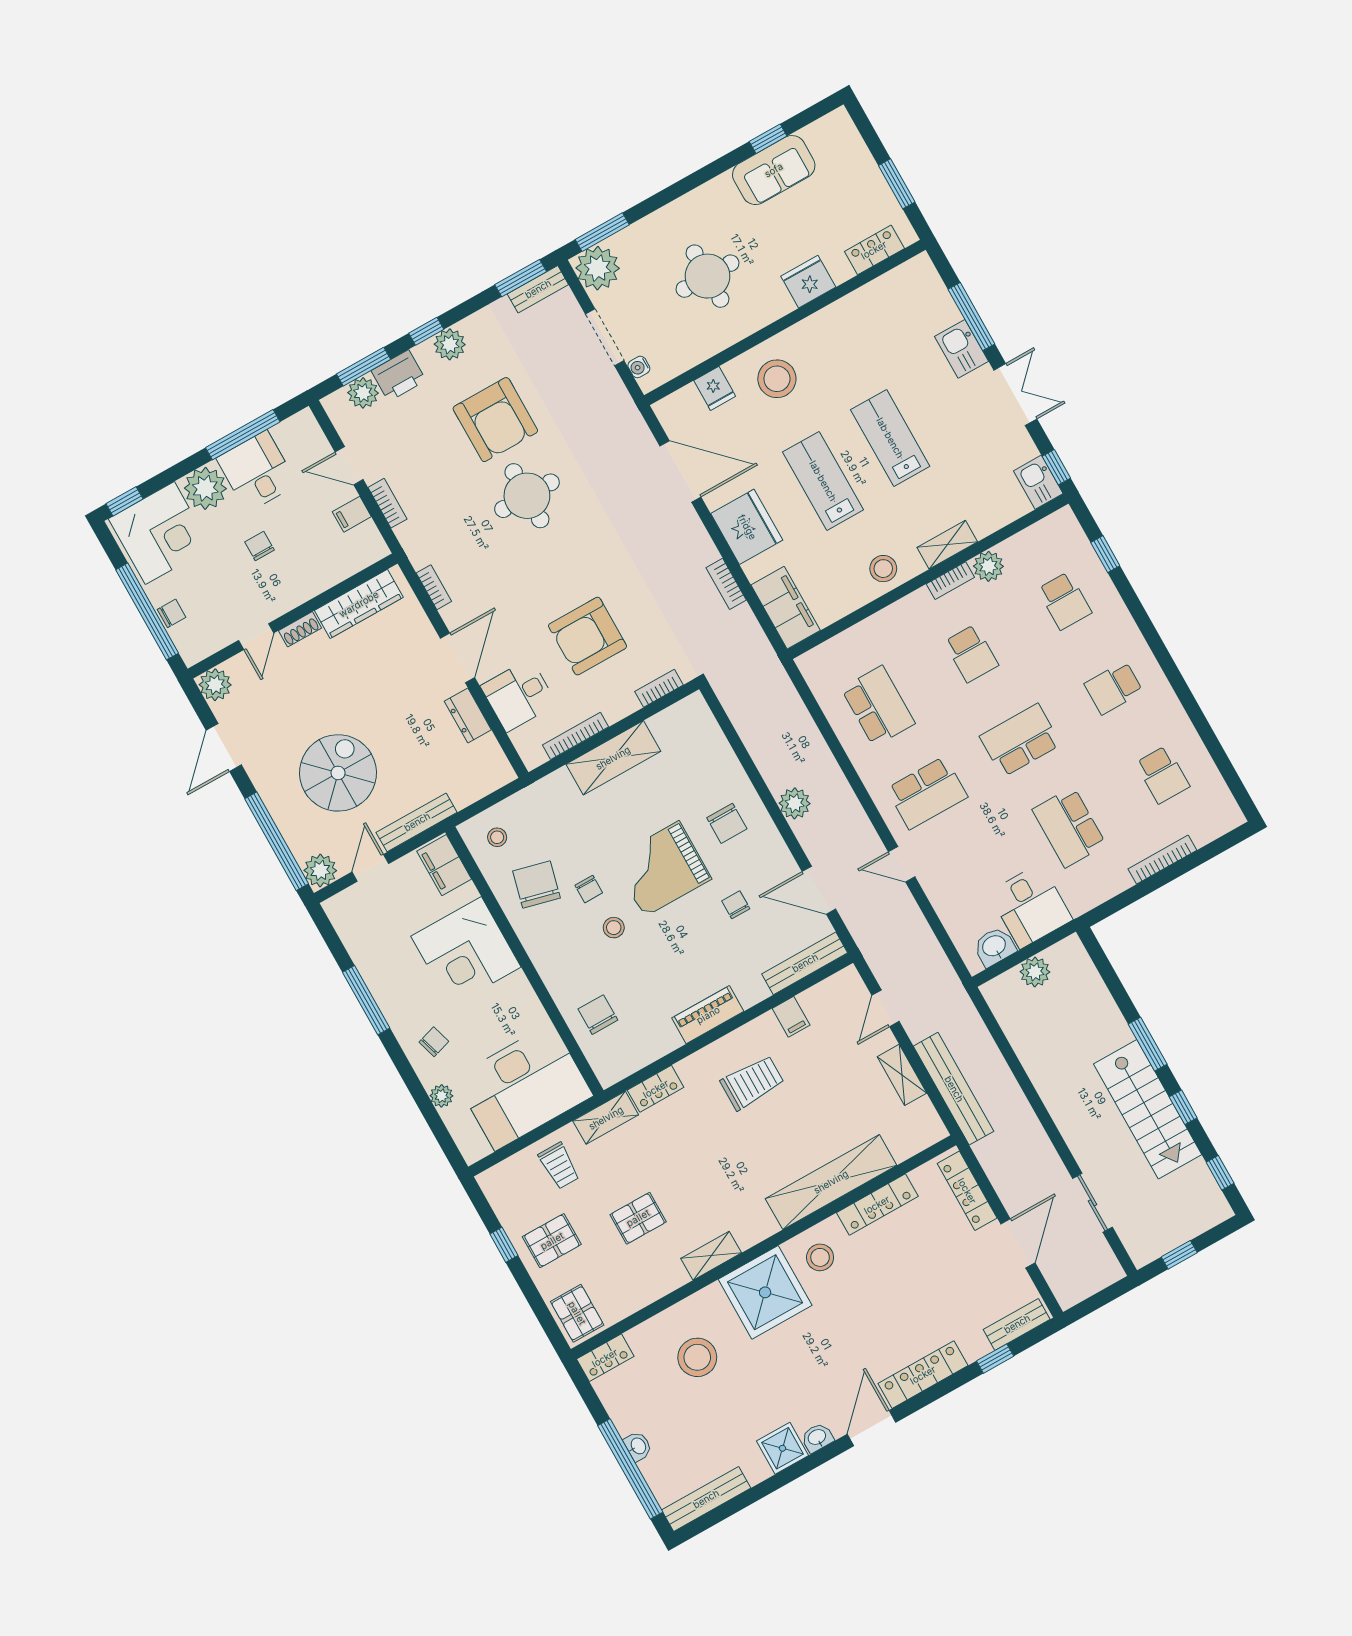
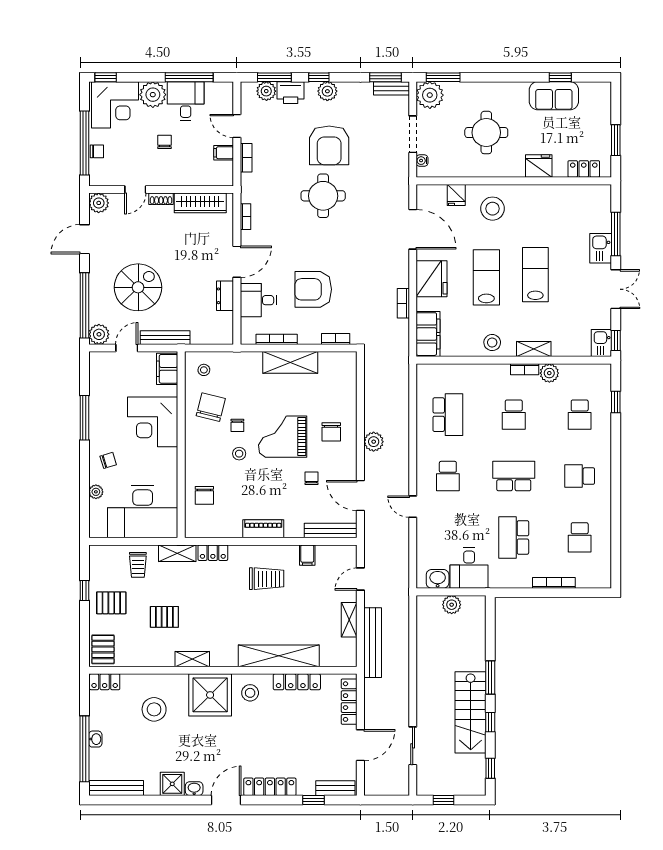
school desk: (927, 793) -> (448, 476), width x0.54
chair: (598, 1015) -> (204, 495), turned 180

